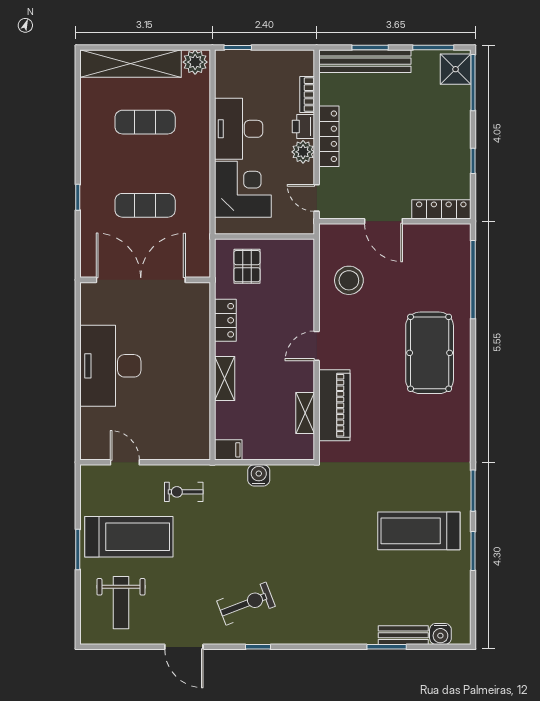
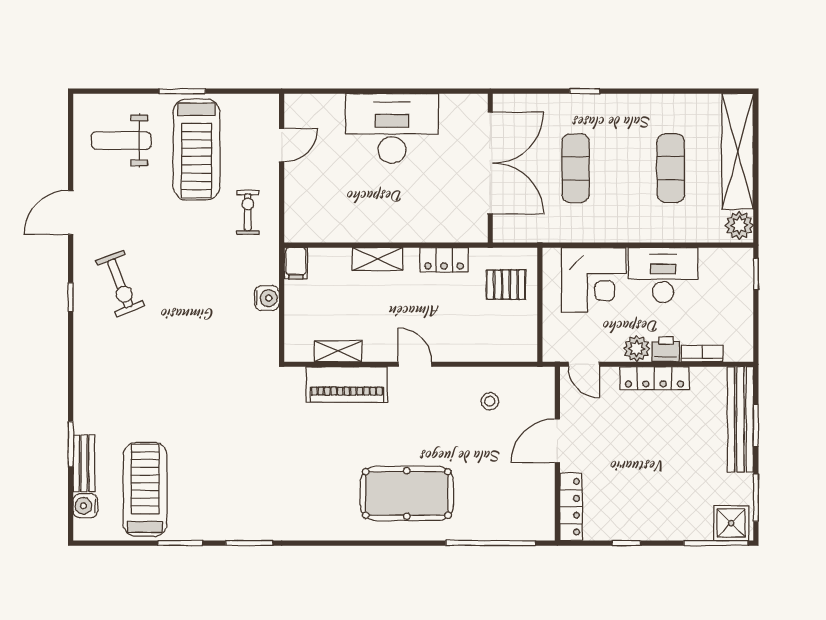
door: (317, 198) -> (584, 364), swing flipped
stool: (349, 280) -> (490, 401), width x0.53, depth x0.53
treadmill: (419, 531) -> (145, 489), moved

